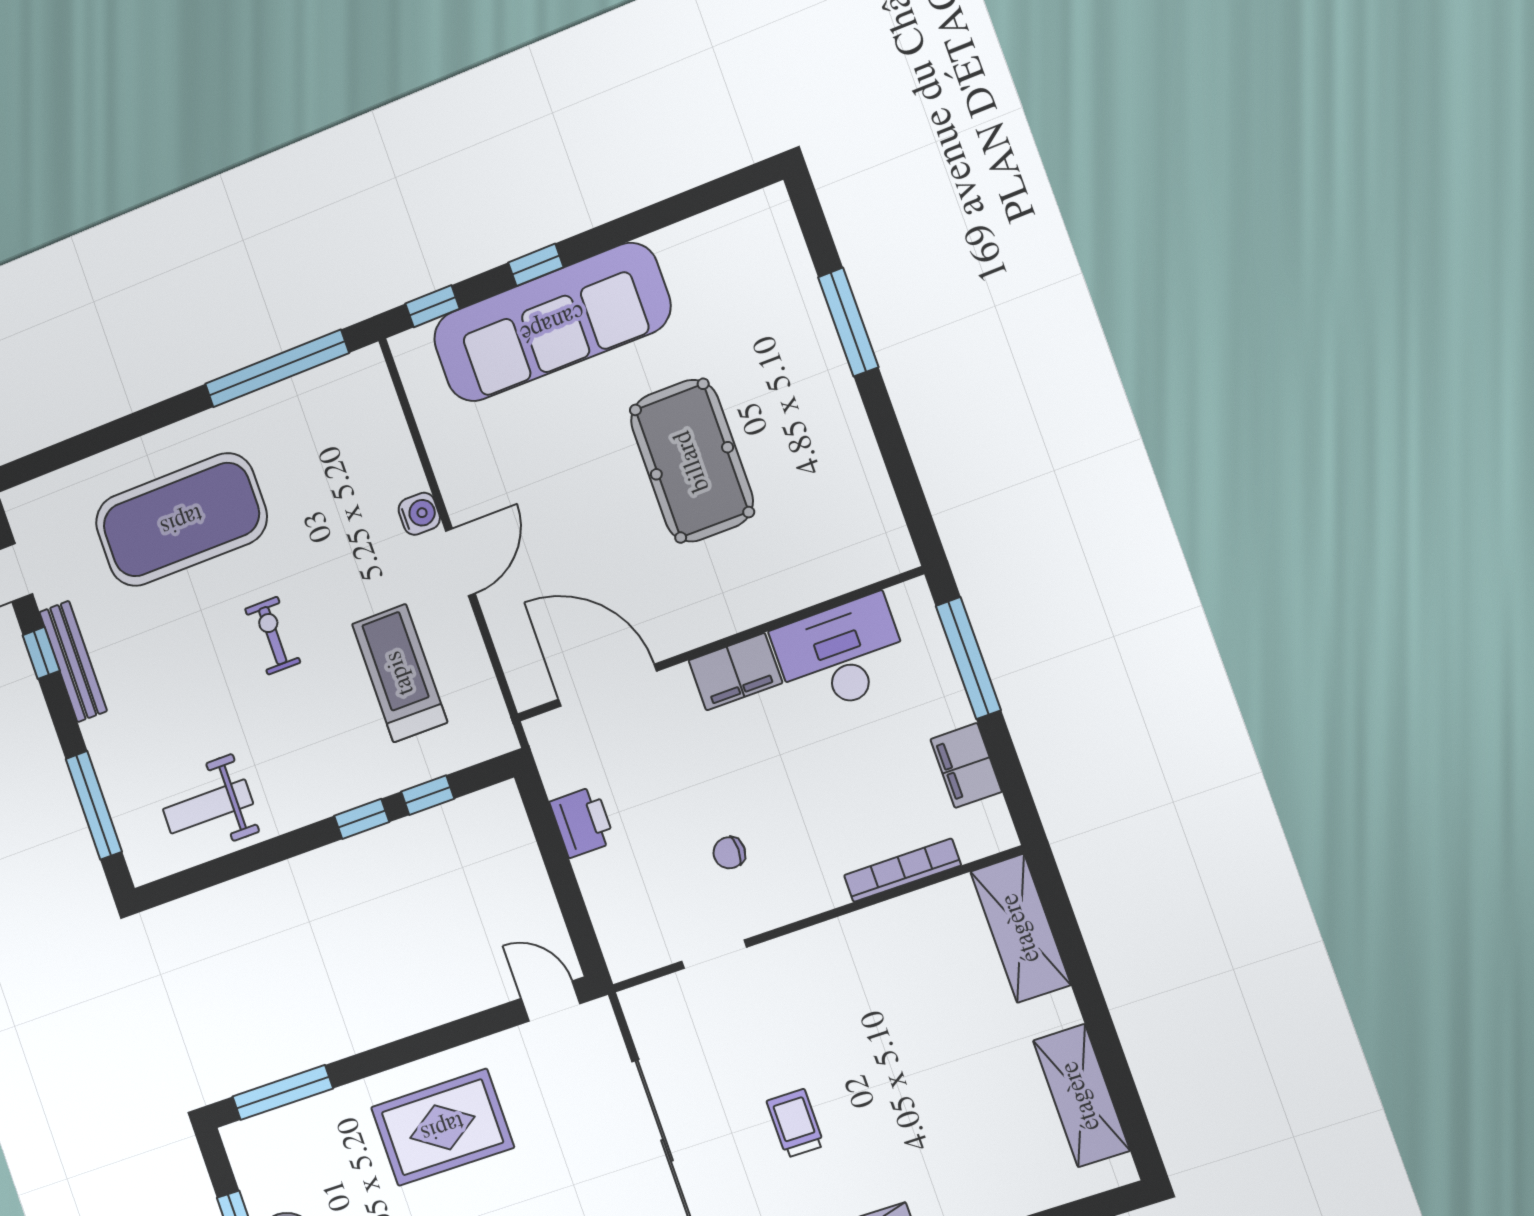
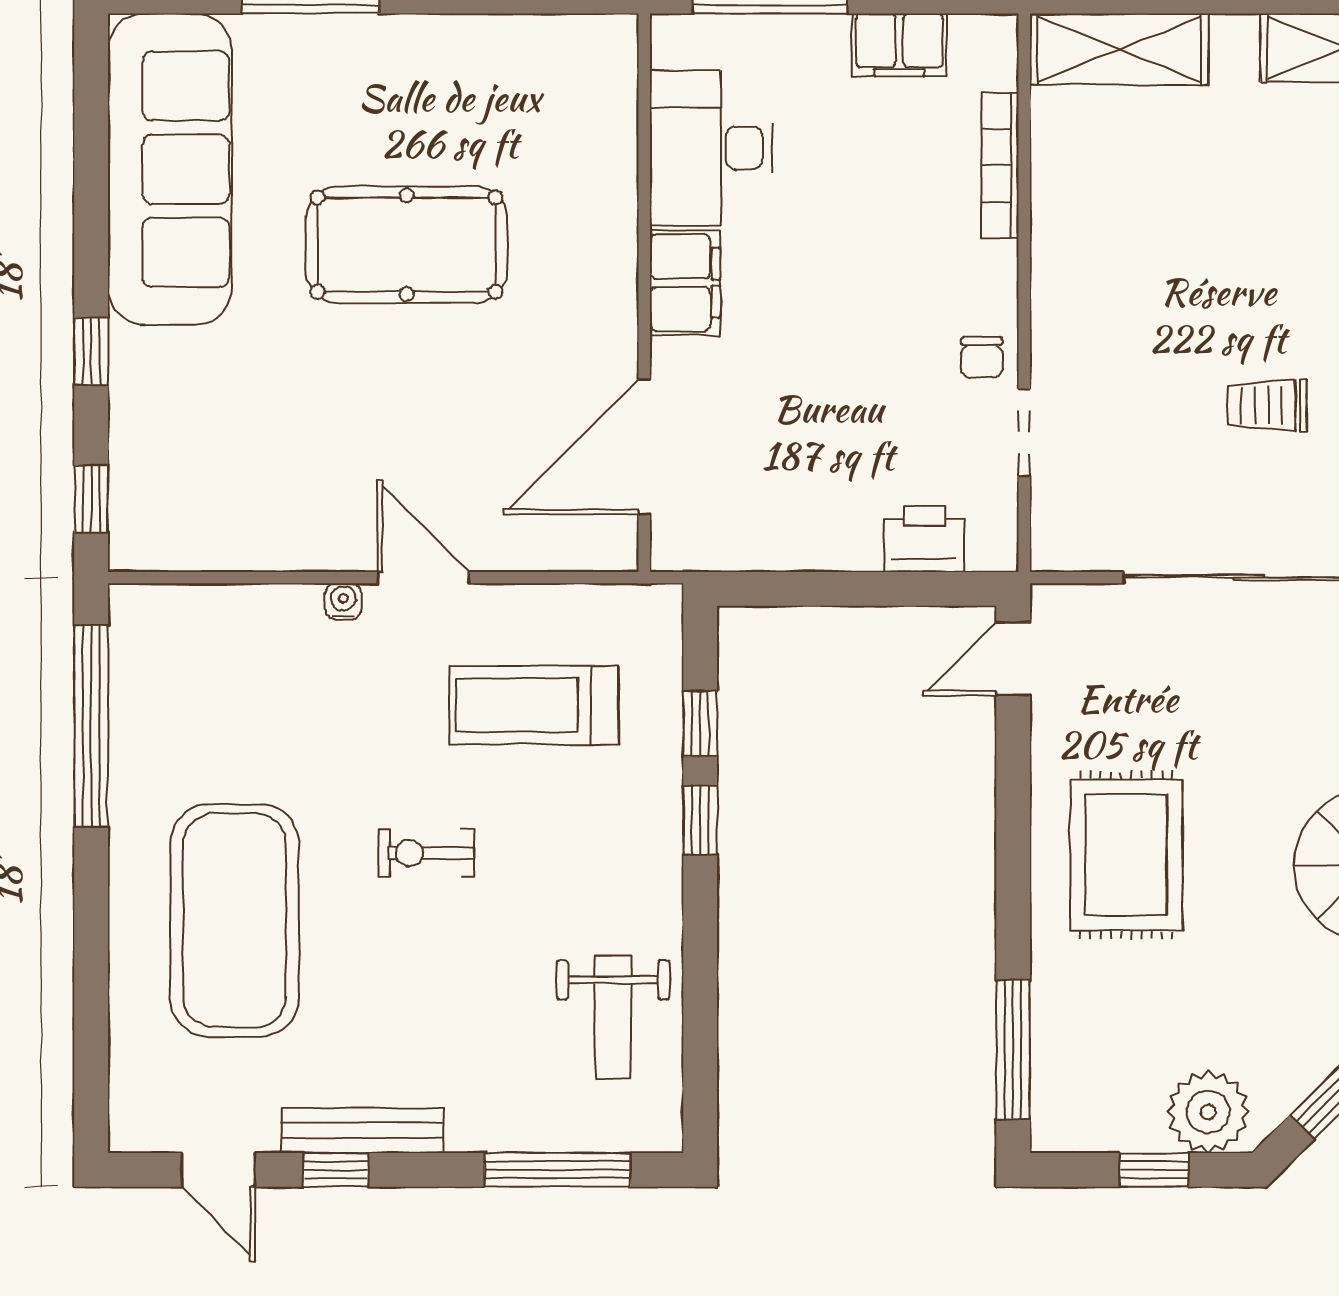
sofa: (552, 322) -> (170, 169), moved
water cooler: (419, 514) -> (343, 601), width x0.72, depth x0.72
printer: (582, 822) -> (924, 539), moved
chair: (729, 853) -> (982, 358), moved

